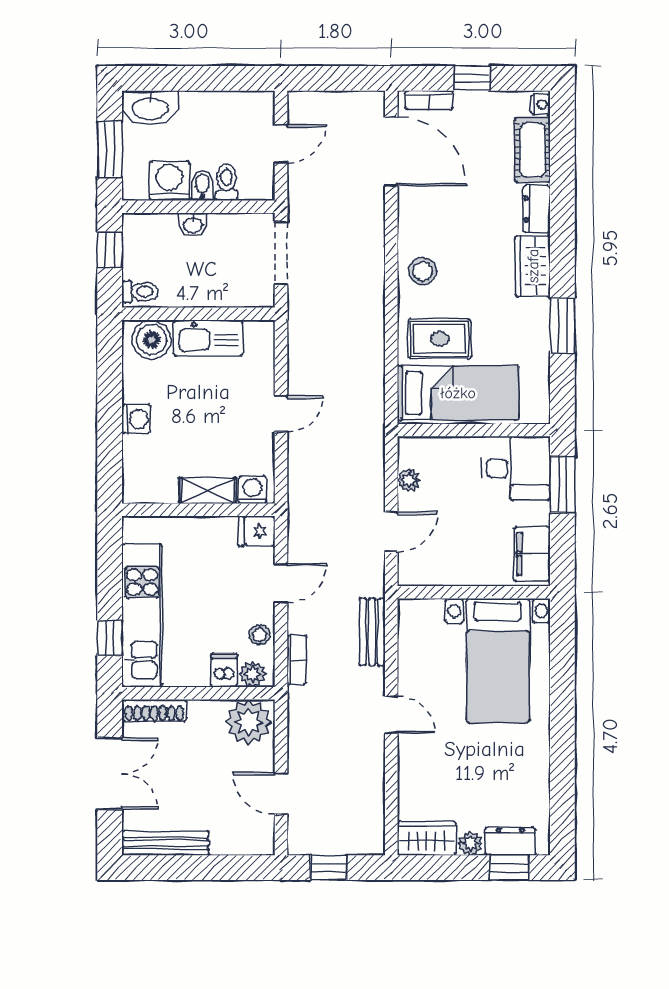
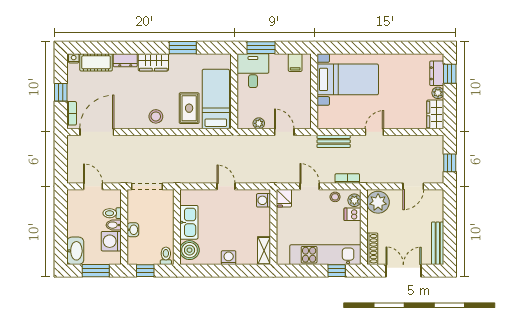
shelving: (208, 491) -> (264, 251), moved
filing cabinet: (532, 554) -> (295, 63), width x0.50

